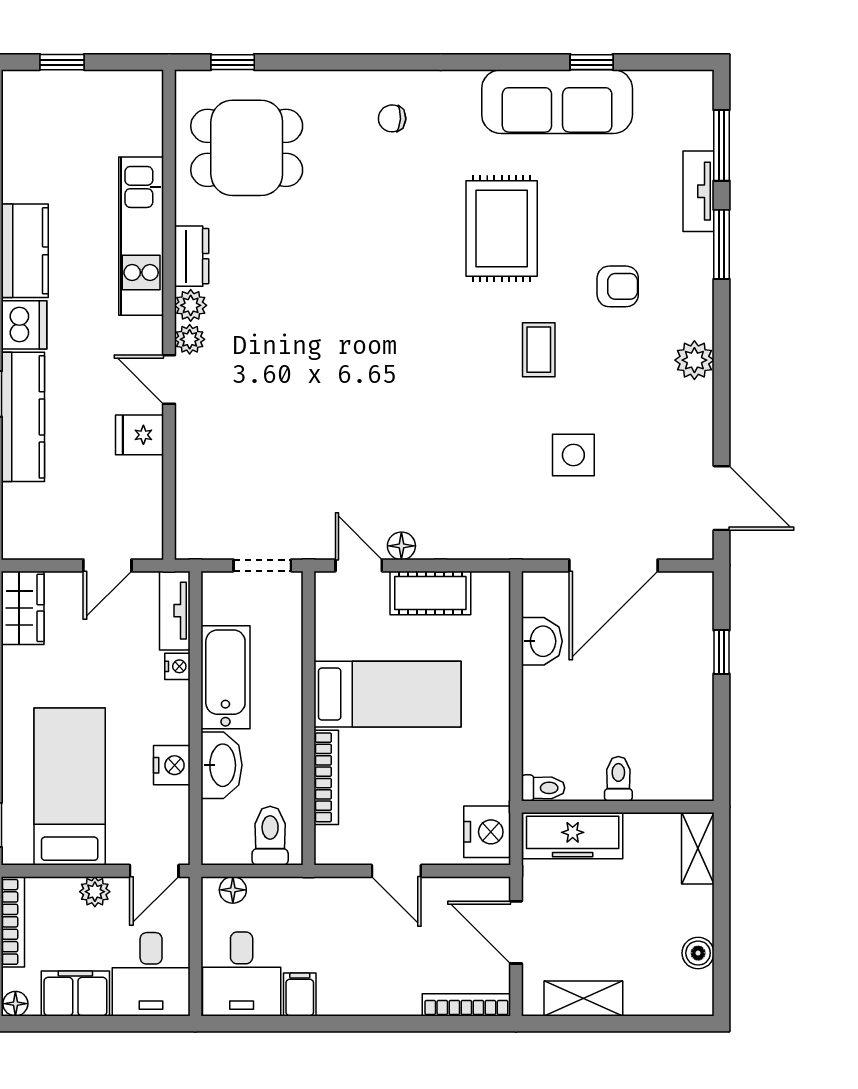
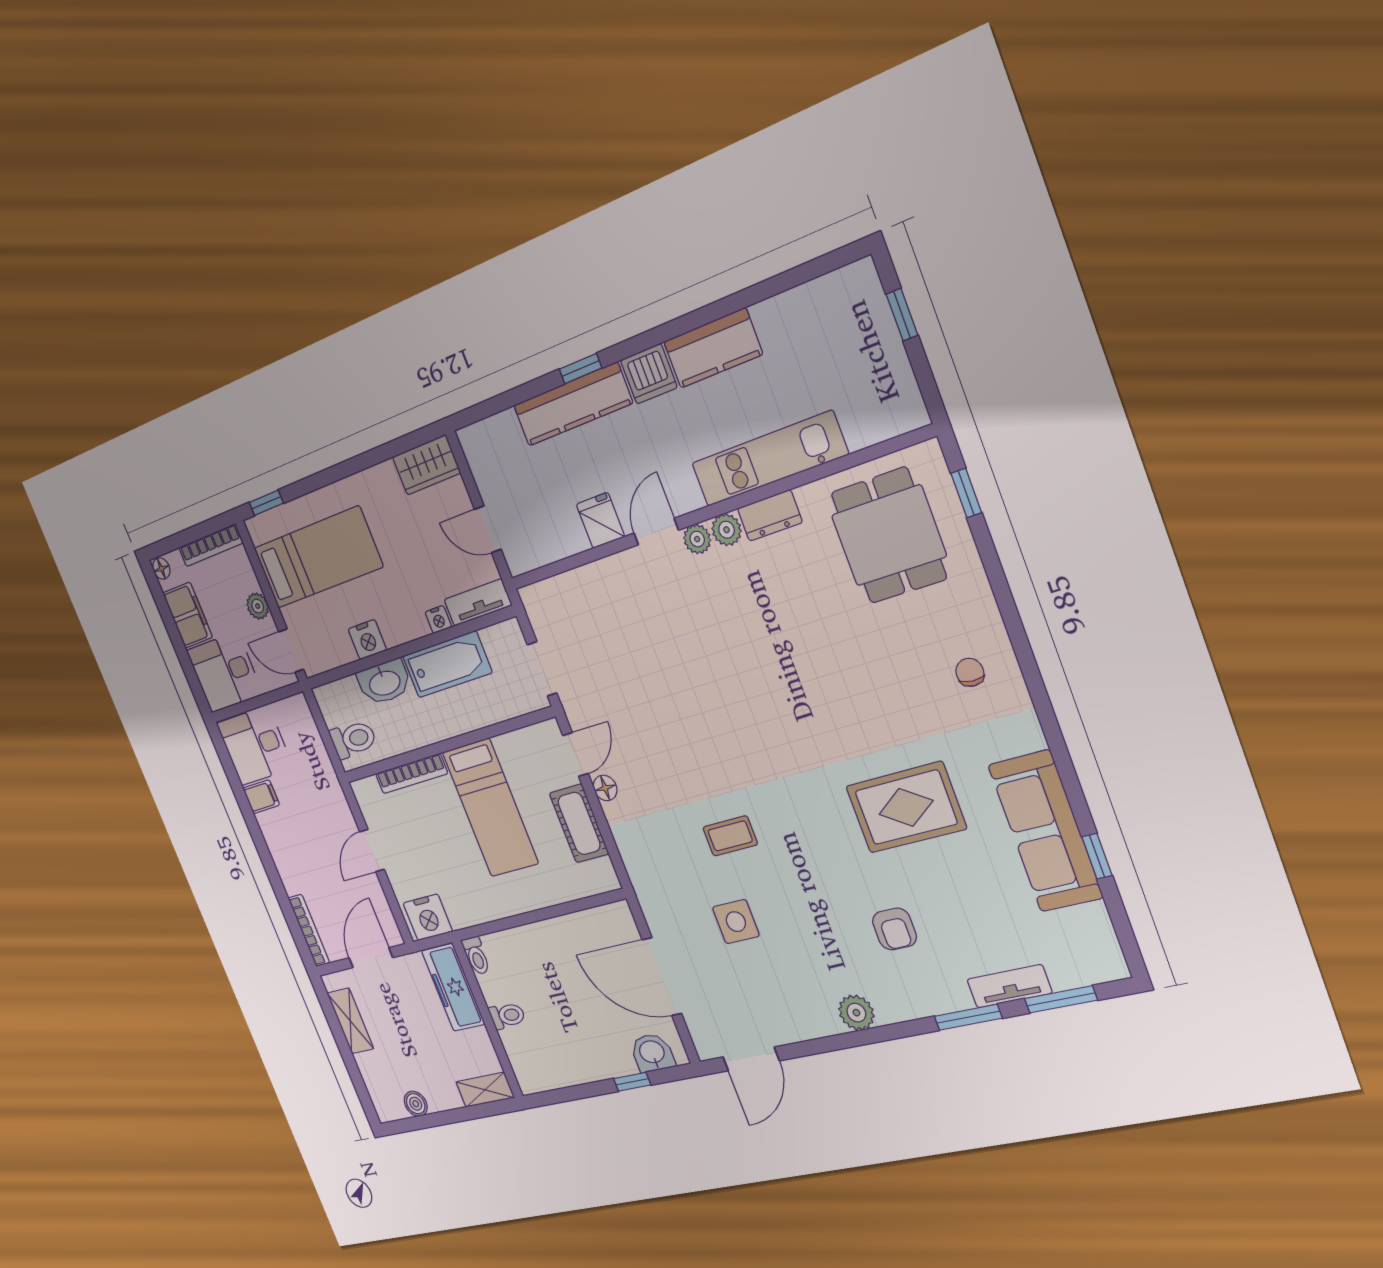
coffee table: (539, 350) -> (730, 836), moved
washbasin: (542, 641) -> (652, 1053), moved, turned 180
floor lamp: (233, 890) -> (305, 720), removed

